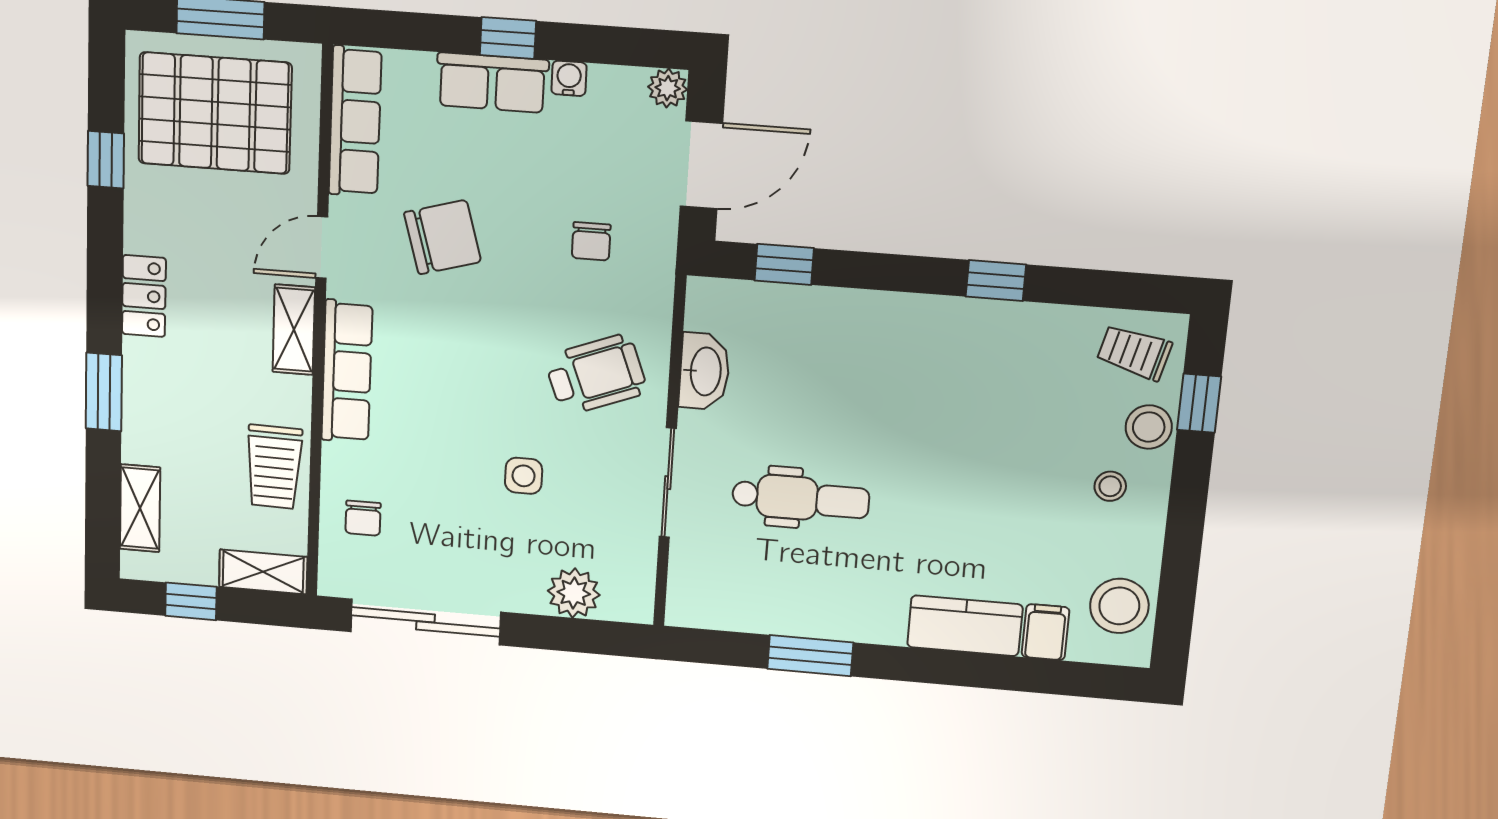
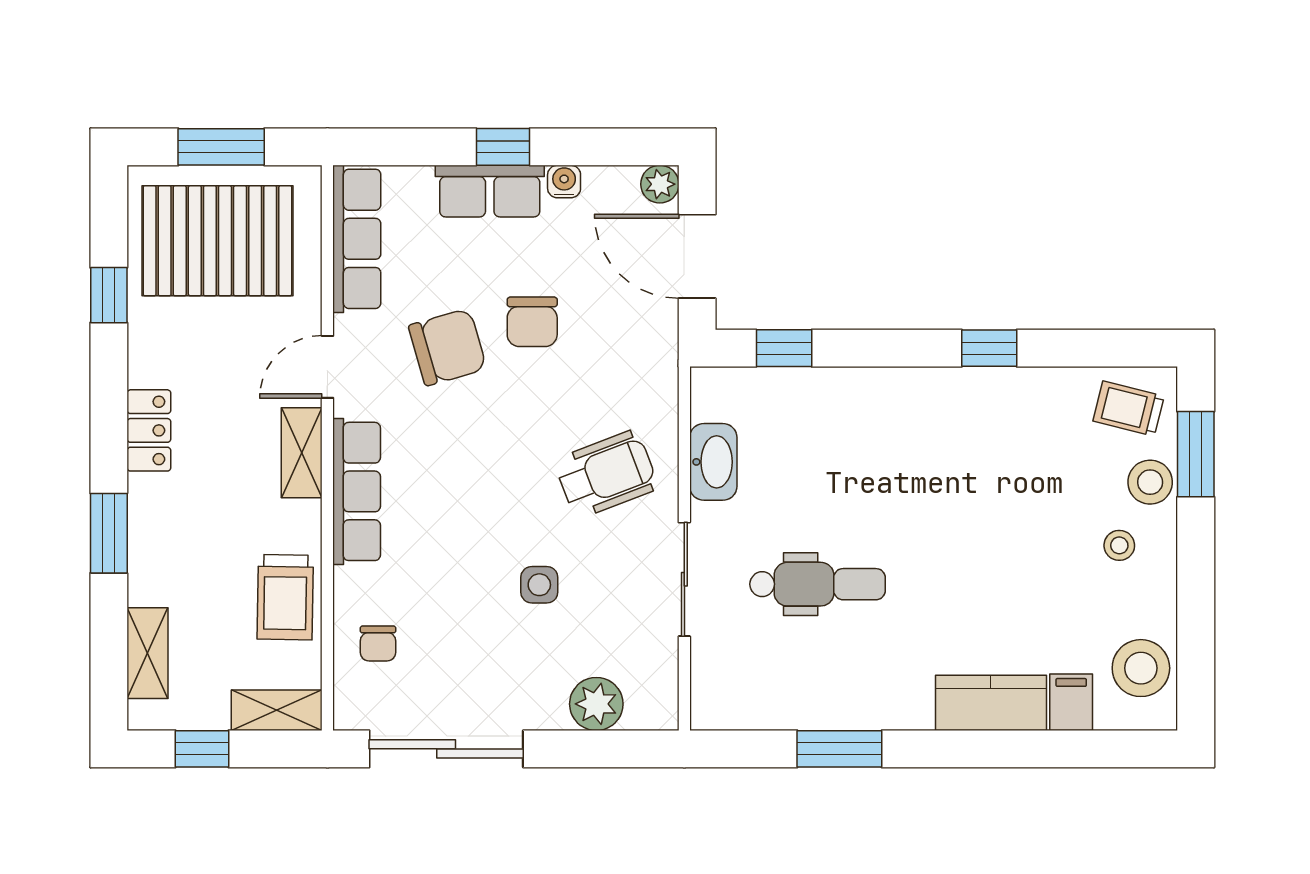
door: (701, 165) -> (697, 256), swing flipped
chair: (591, 241) -> (532, 322), moved, width x1.37, depth x1.37
window: (1199, 403) -> (1196, 454), width x1.50

